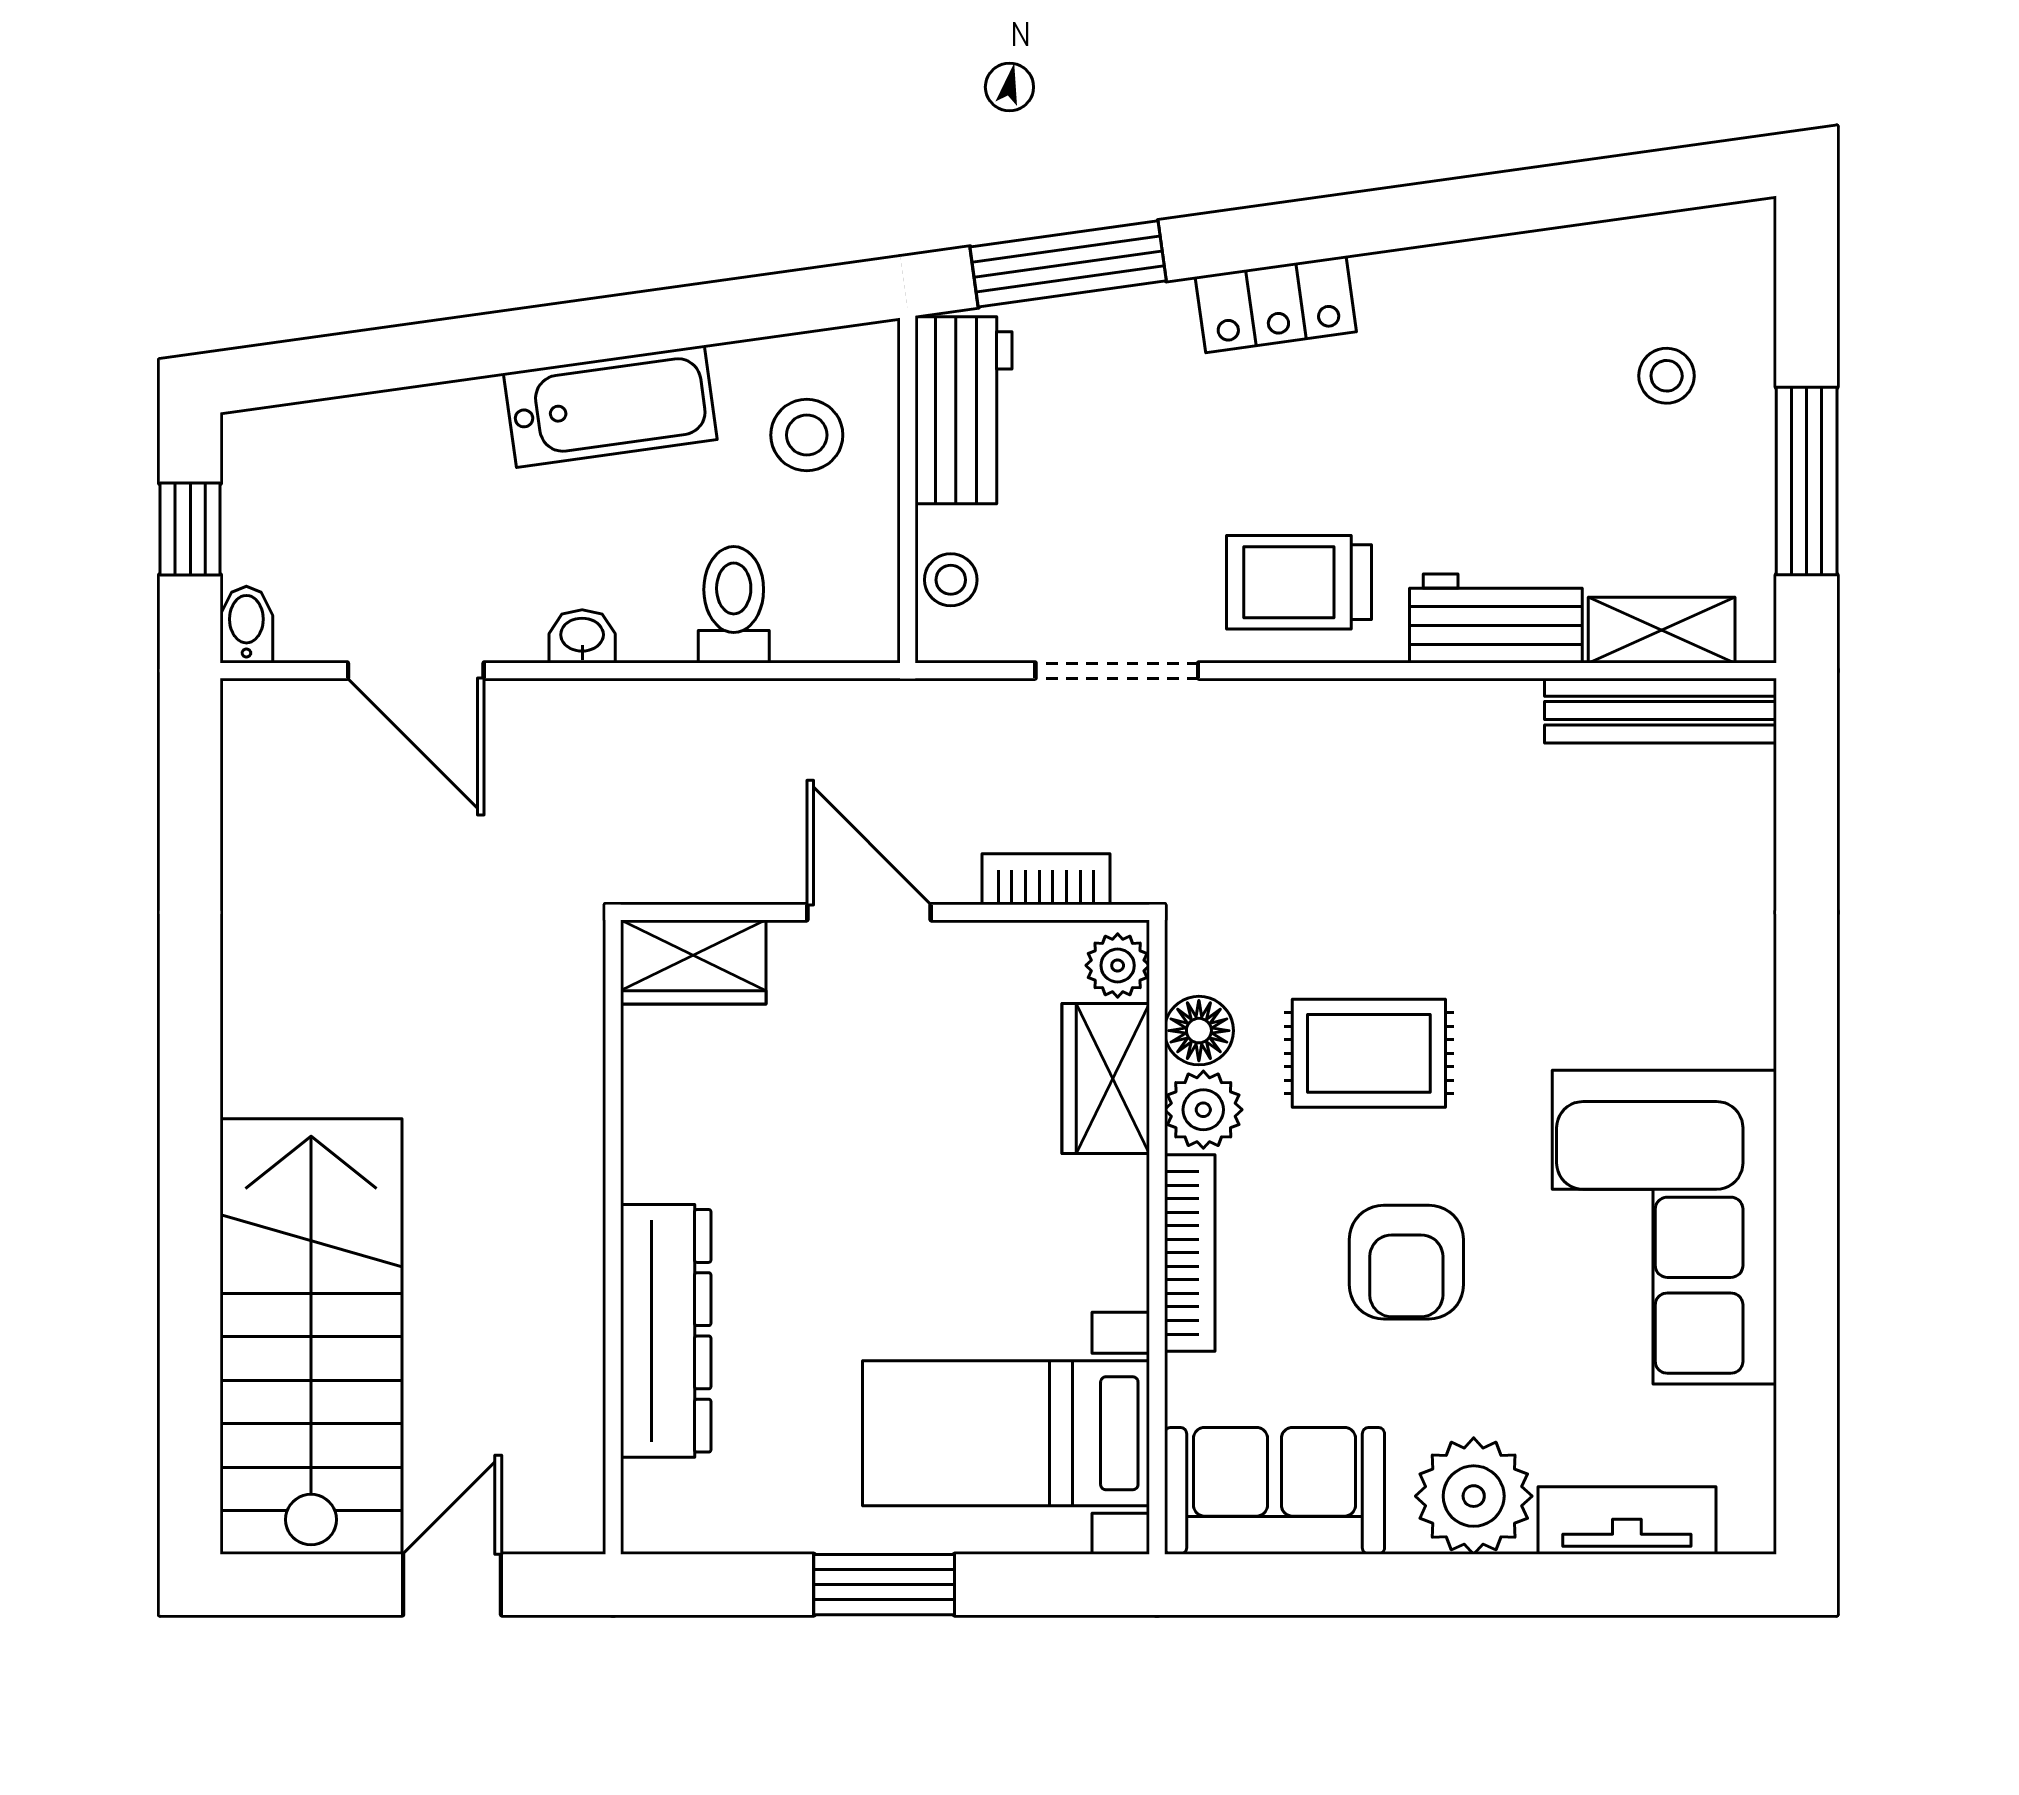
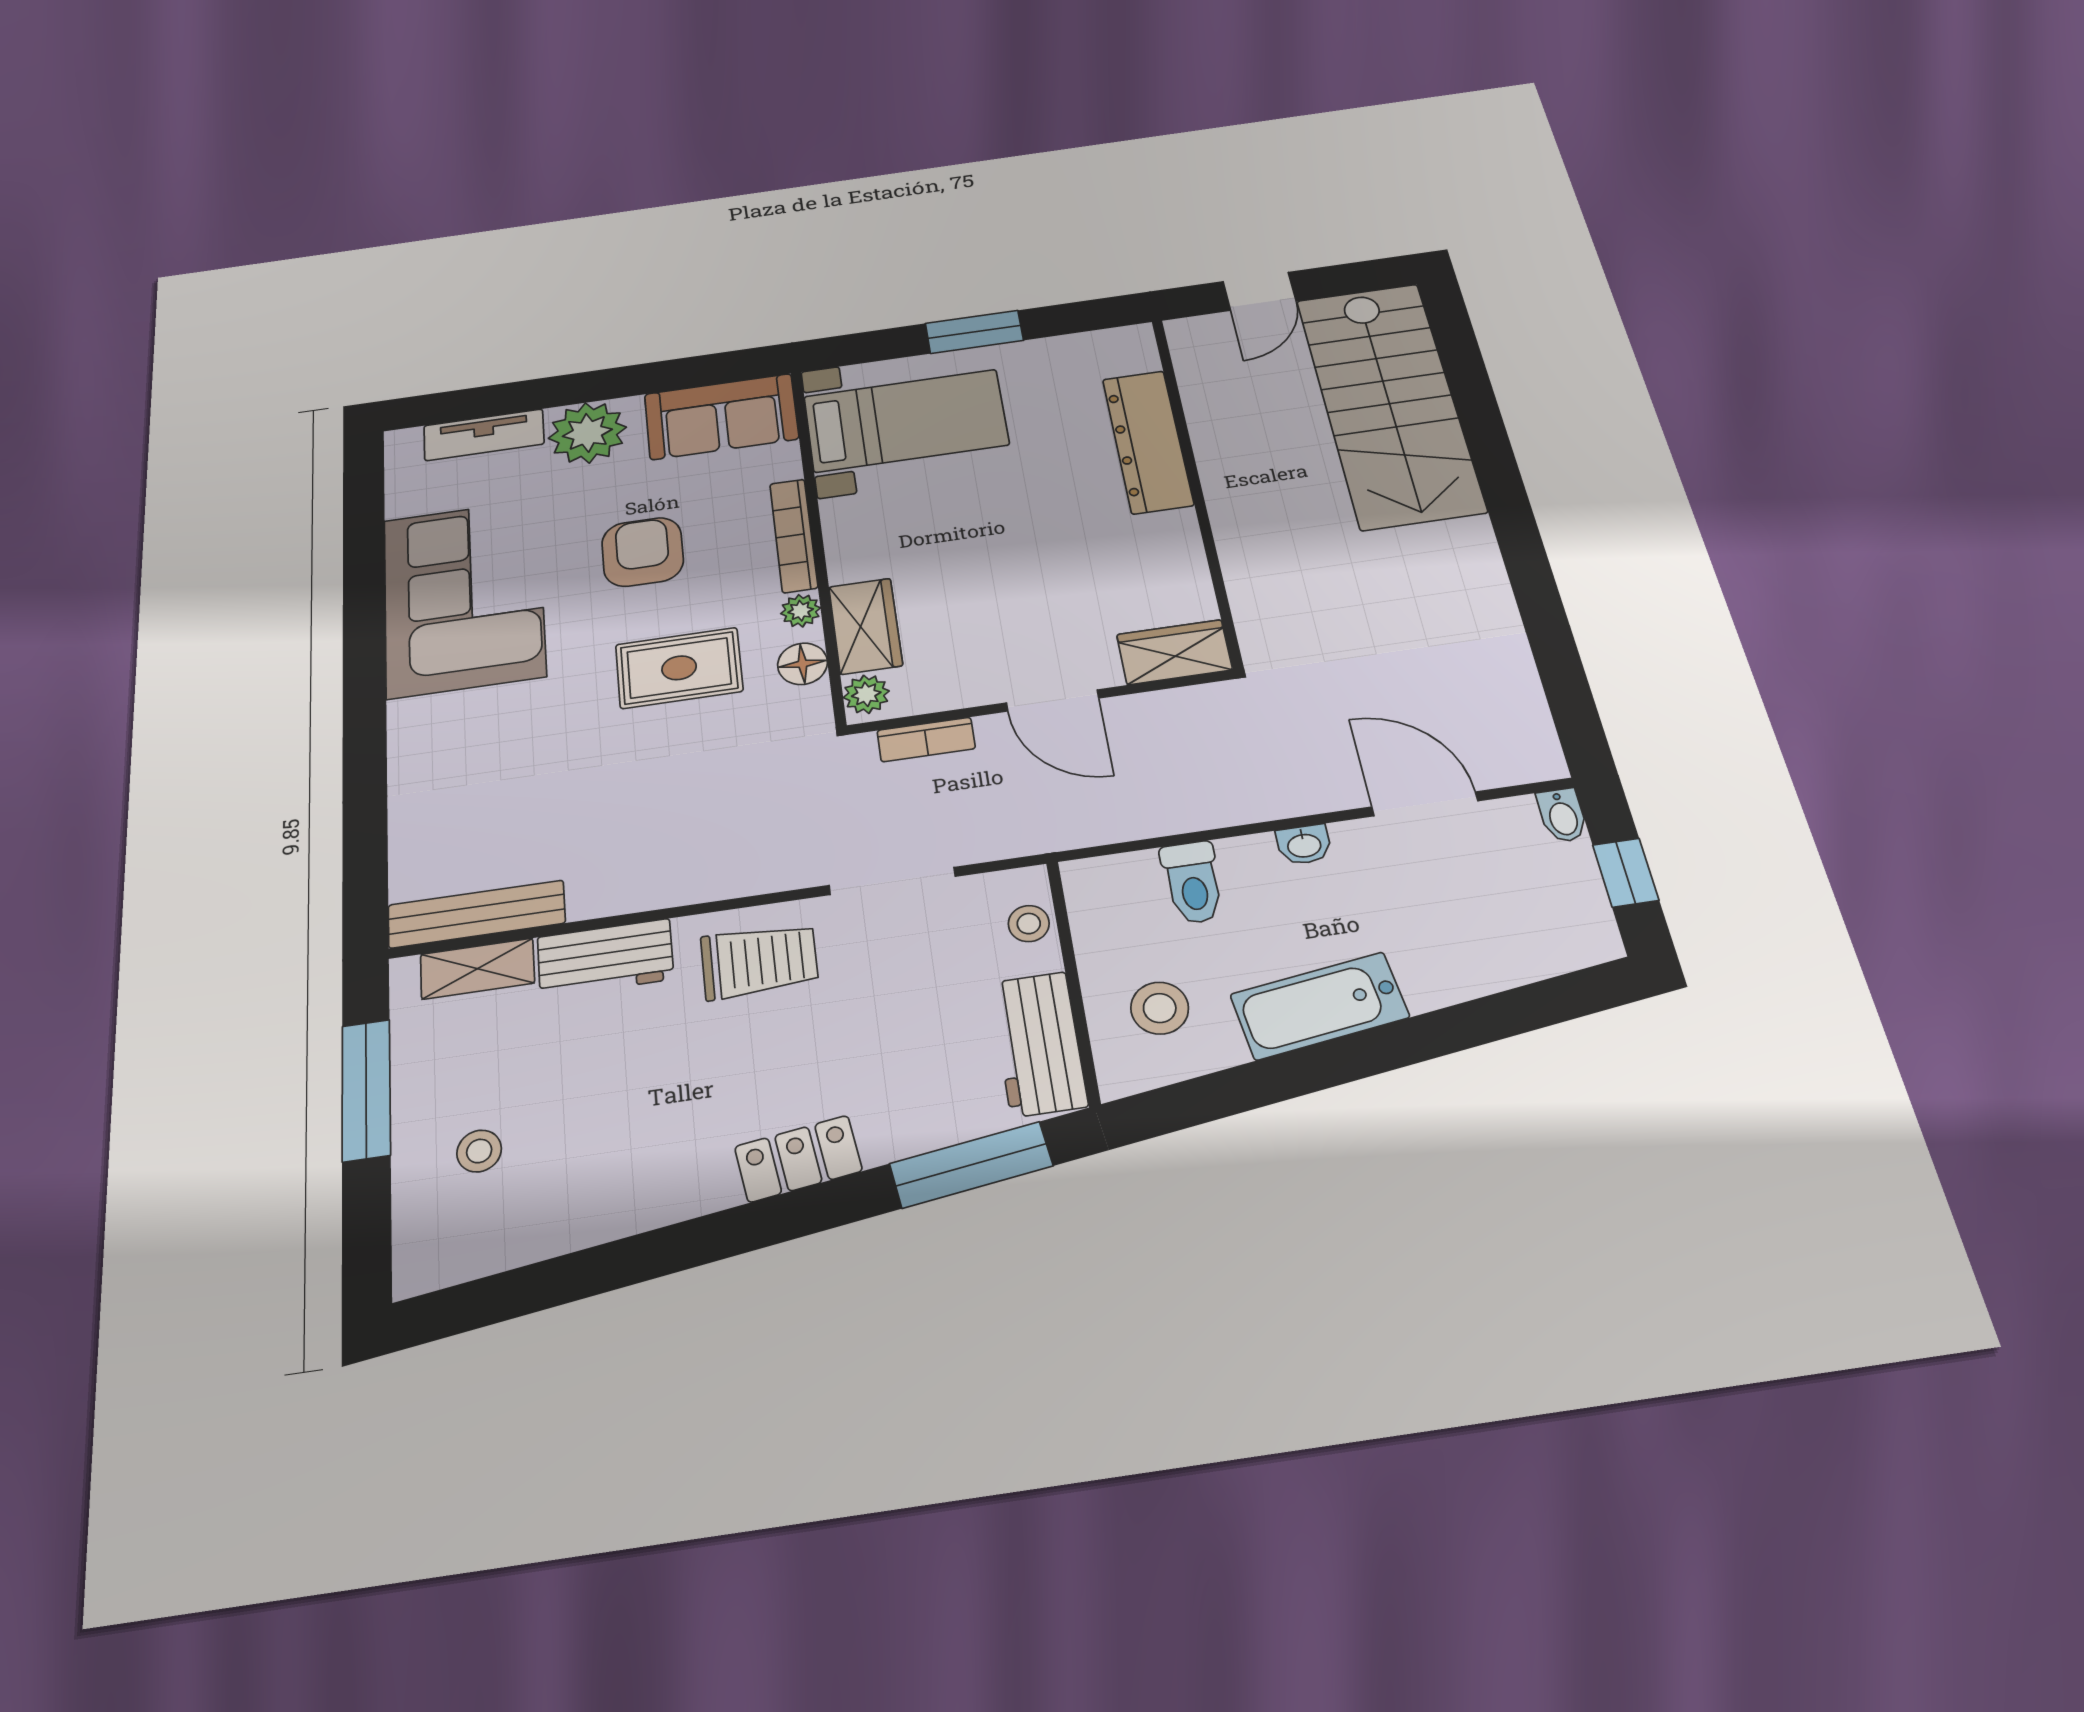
plant: (1203, 1110) -> (801, 611), width x0.73, depth x0.73

